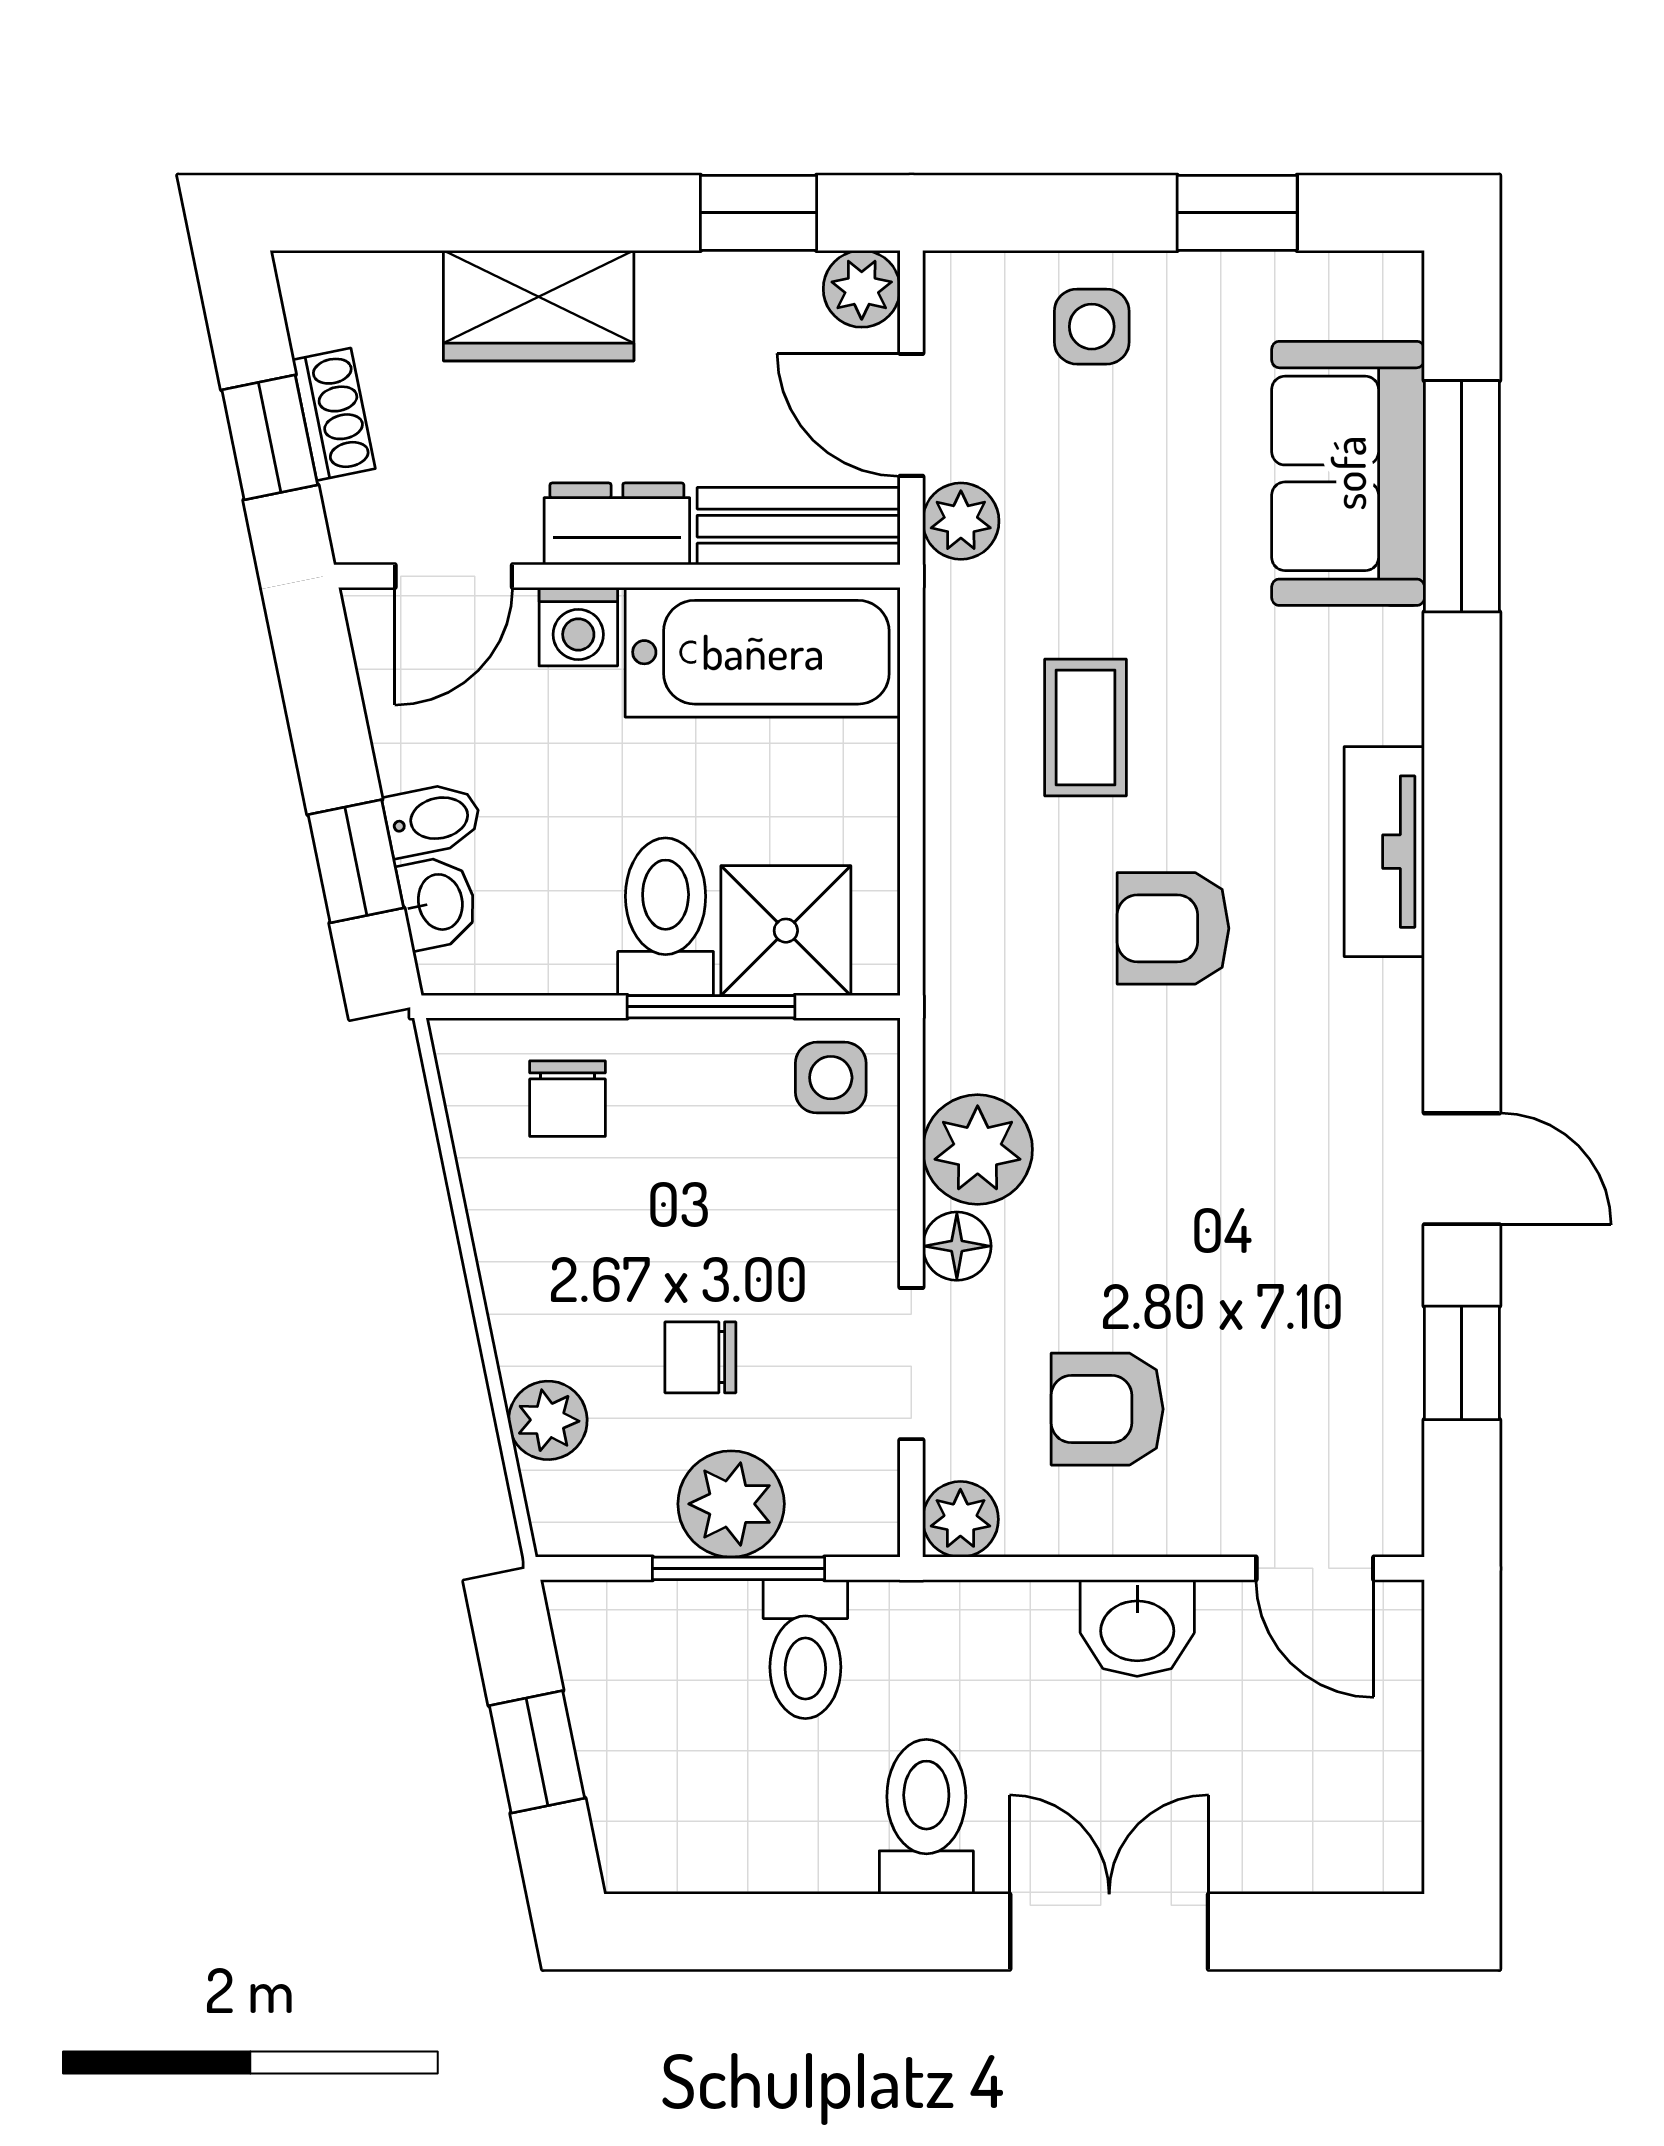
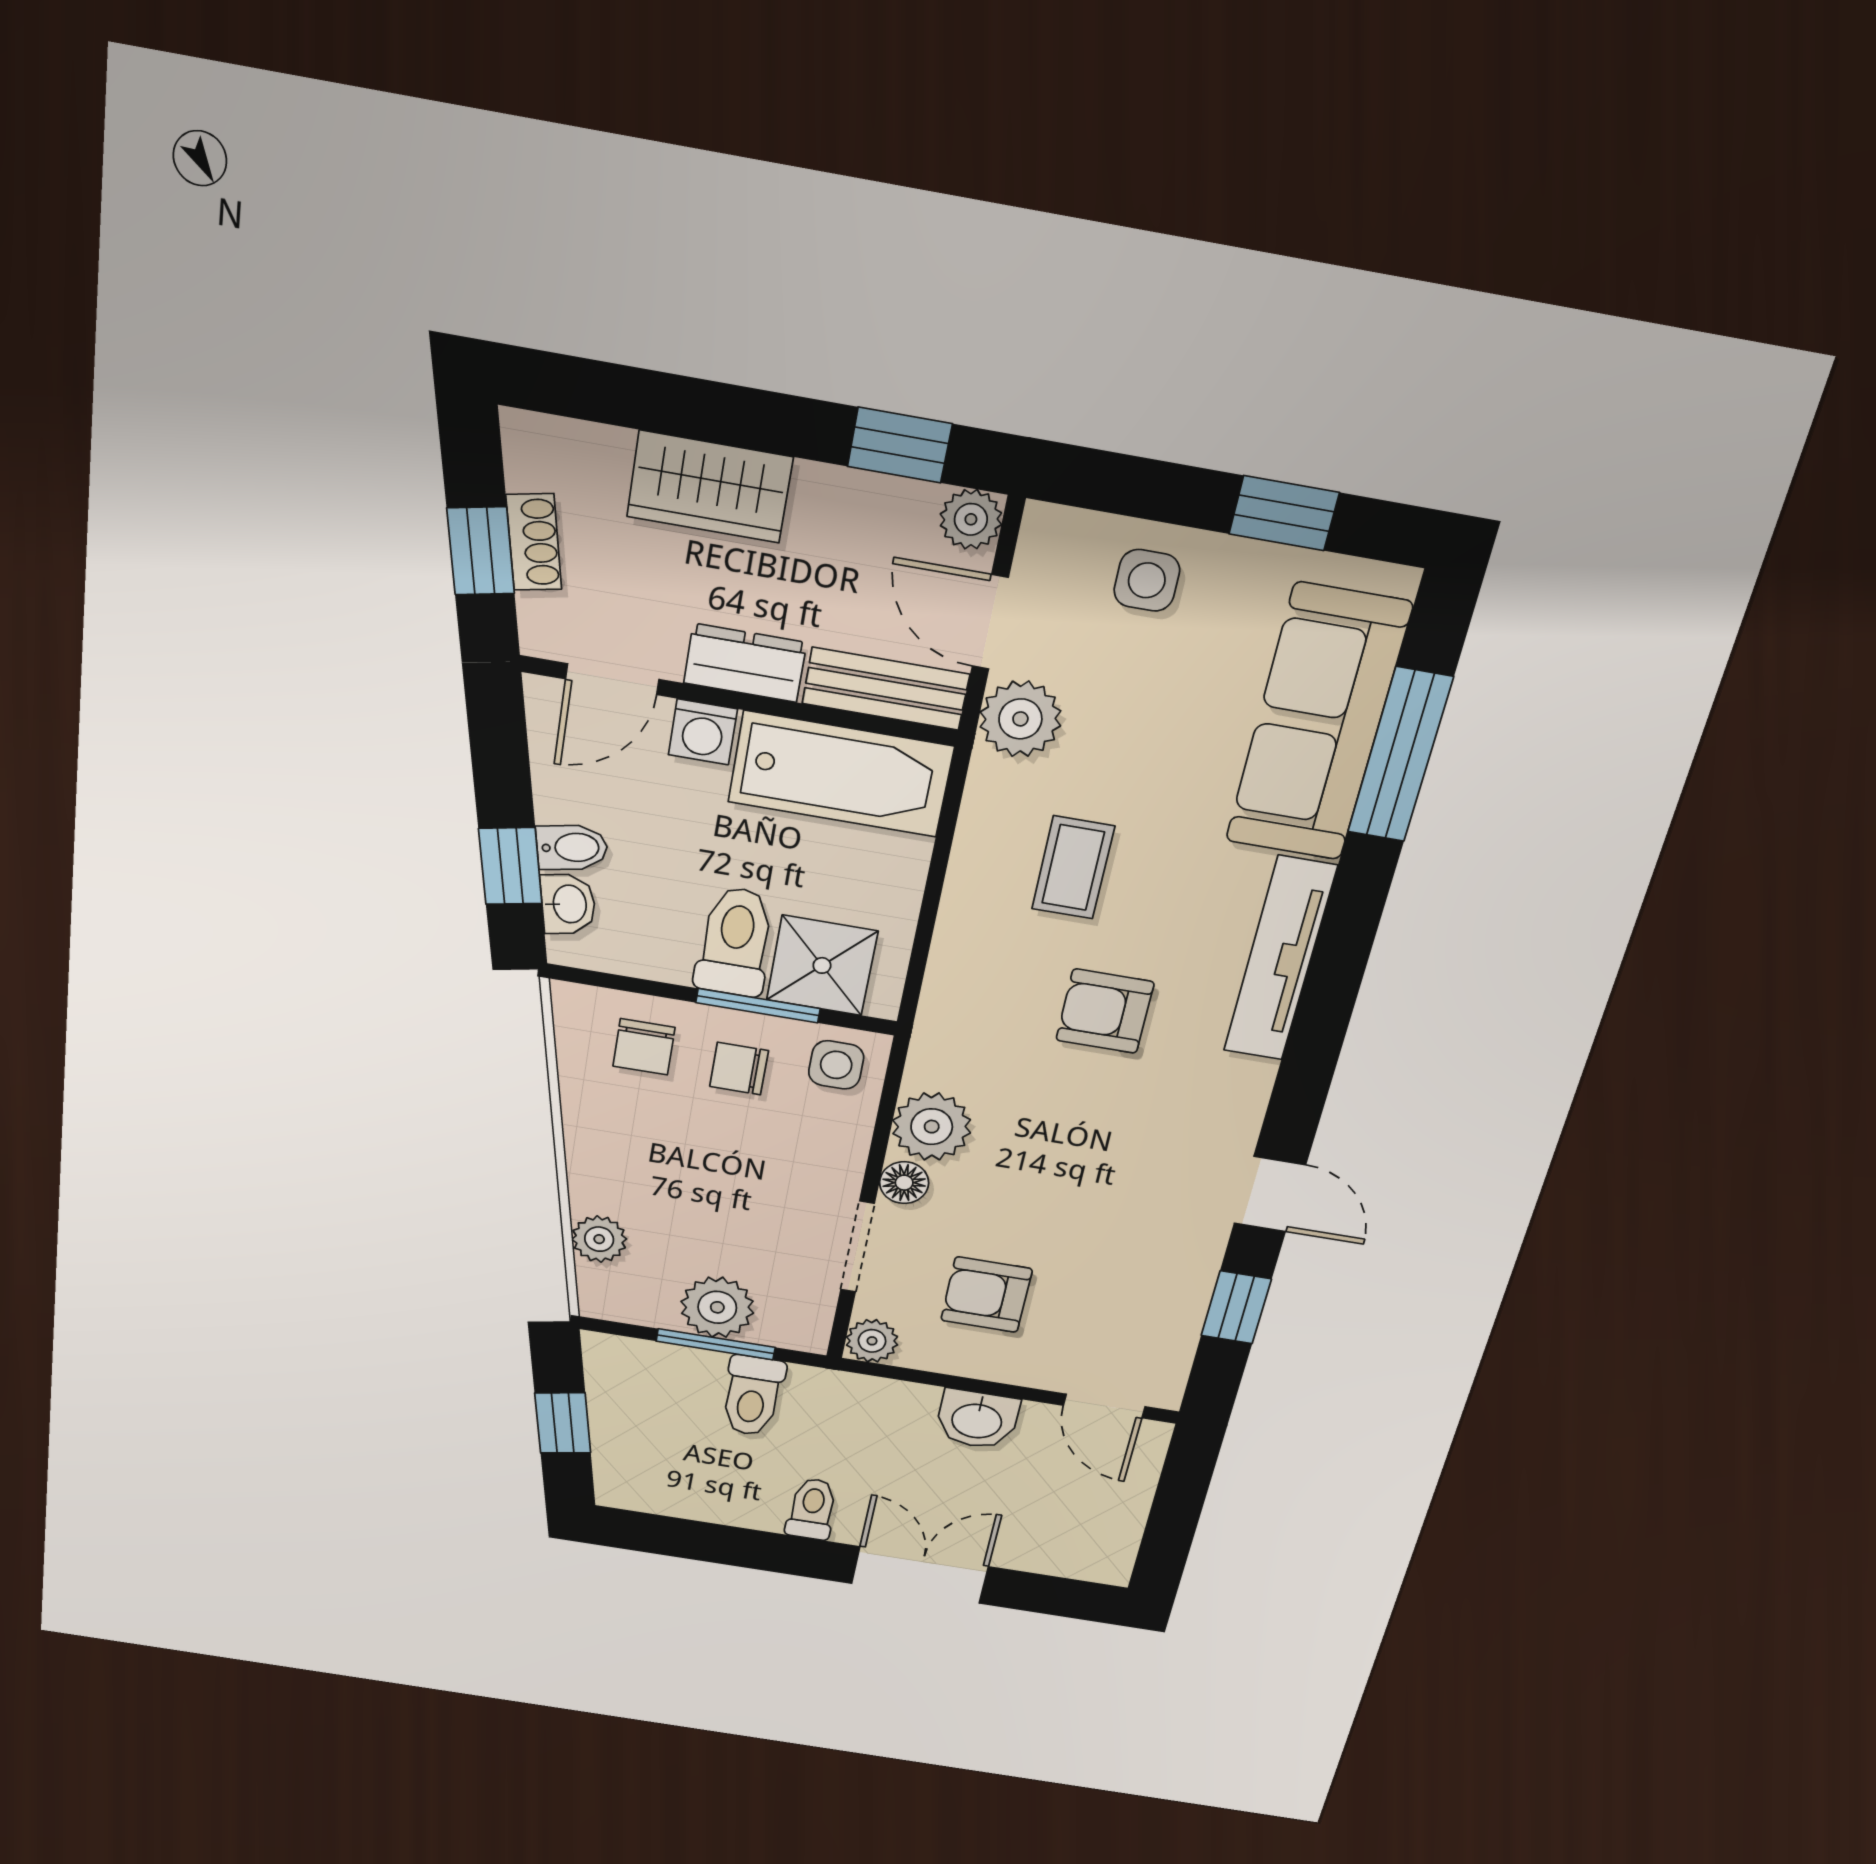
sofa: (1348, 473) -> (1318, 724), width x1.36
plant: (961, 521) -> (1020, 719), width x1.38, depth x1.38
tv unit: (1384, 852) -> (1280, 959), width x1.41
chair: (700, 1357) -> (739, 1069), moved
toilet: (926, 1817) -> (812, 1509), width x0.73, depth x0.72

